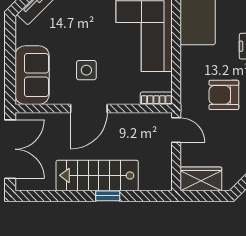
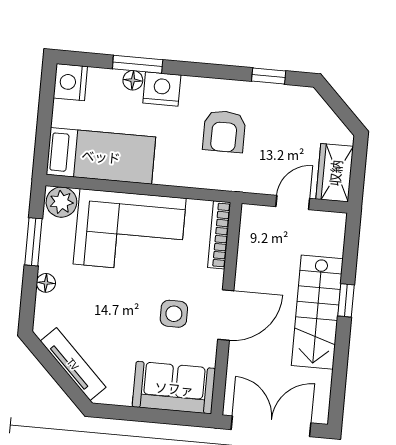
bookcase: (156, 98) -> (219, 235), width x1.56
door: (89, 108) -> (226, 315), hinge flipped
door: (176, 130) -> (293, 202), moved

